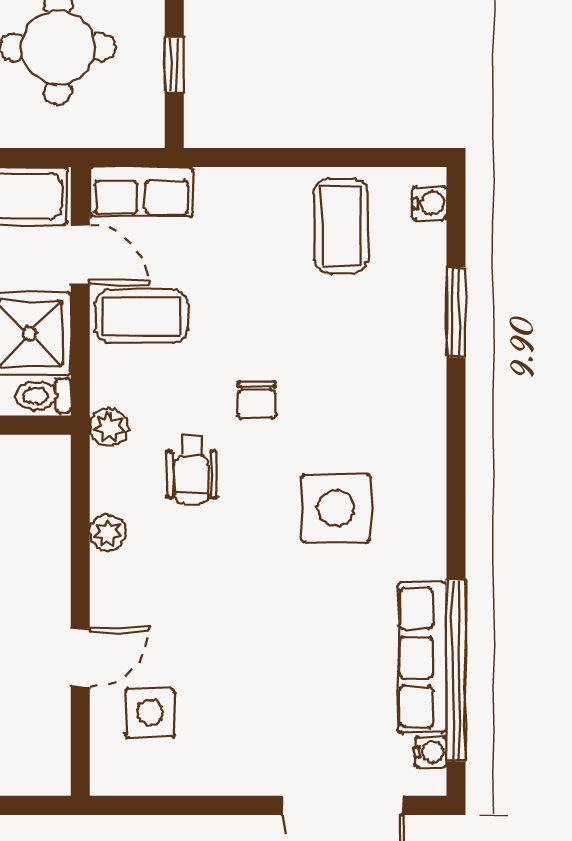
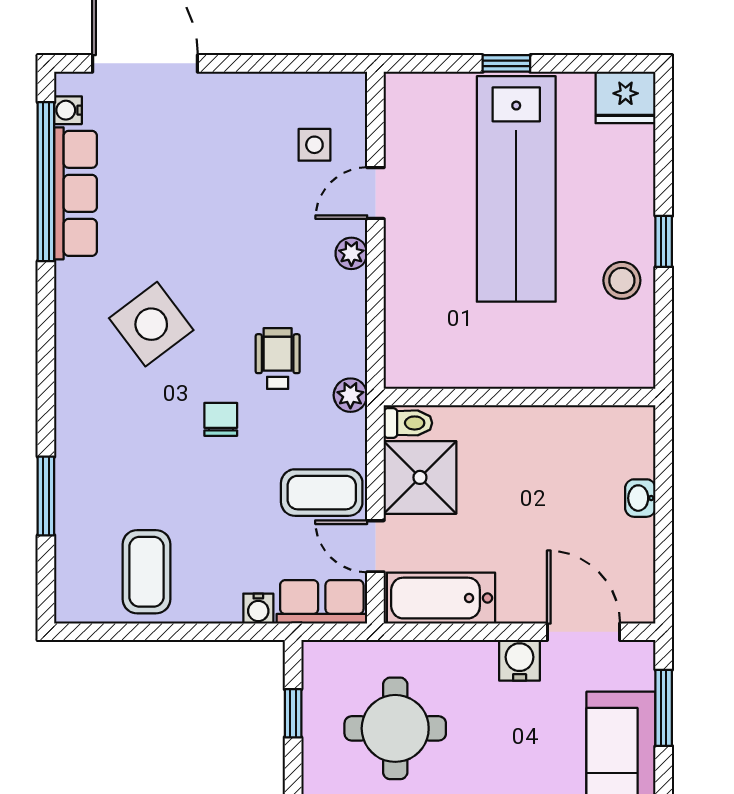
water cooler: (429, 203) -> (258, 609), moved, turned -90
side table: (336, 508) -> (151, 324), turned -37
plant: (108, 533) -> (351, 253), moved
side table: (150, 713) -> (314, 145), width x0.73, depth x0.73

